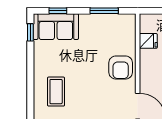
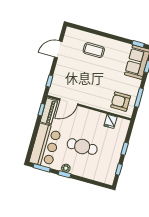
armchair: (121, 68) -> (121, 102), moved

